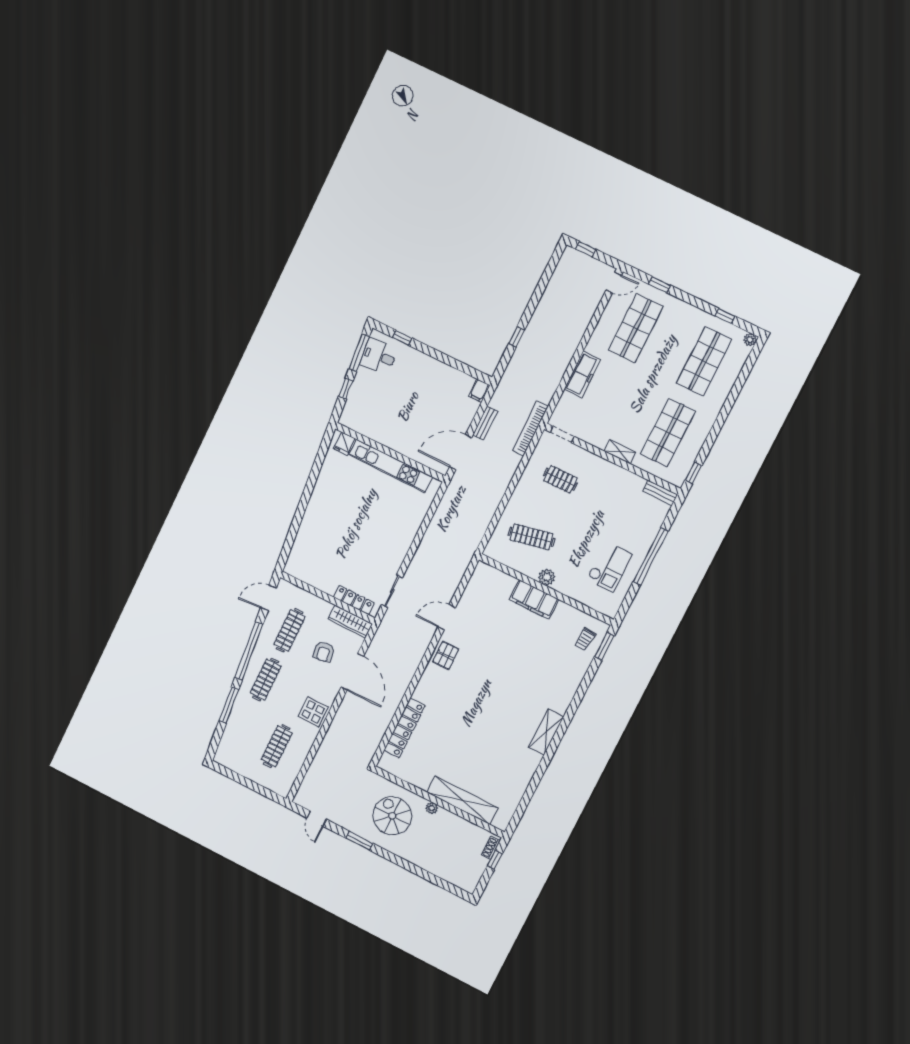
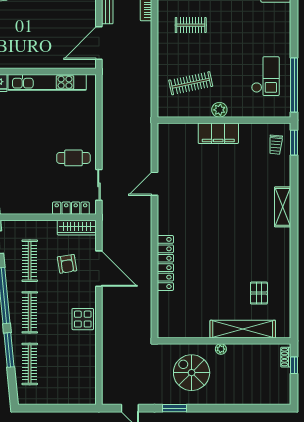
cafe table: (380, 553) -> (73, 158), added
window: (651, 556) -> (294, 85), moved
pallet: (446, 655) -> (259, 293), moved
locker: (405, 728) -> (165, 263), moved
shelving: (546, 732) -> (283, 207), moved
clothes rail: (277, 746) -> (30, 364), moved

